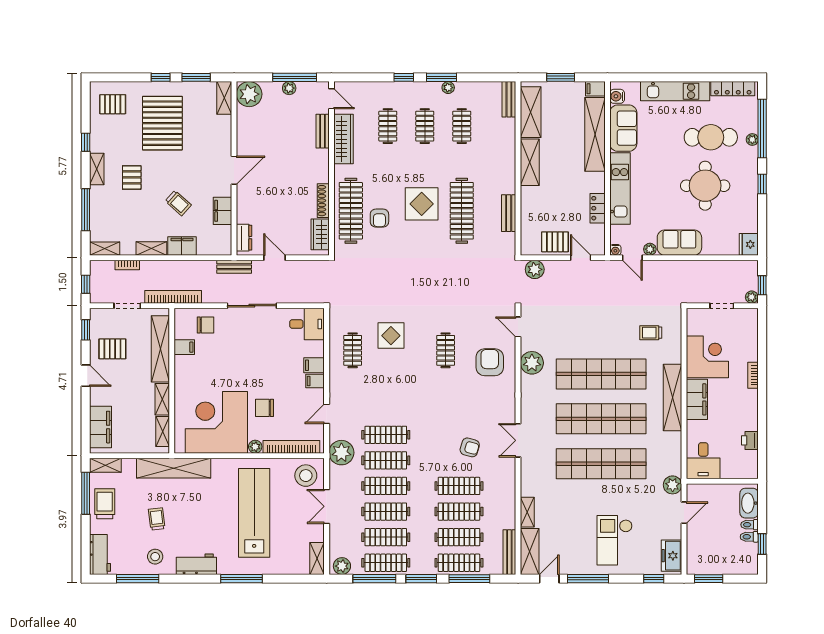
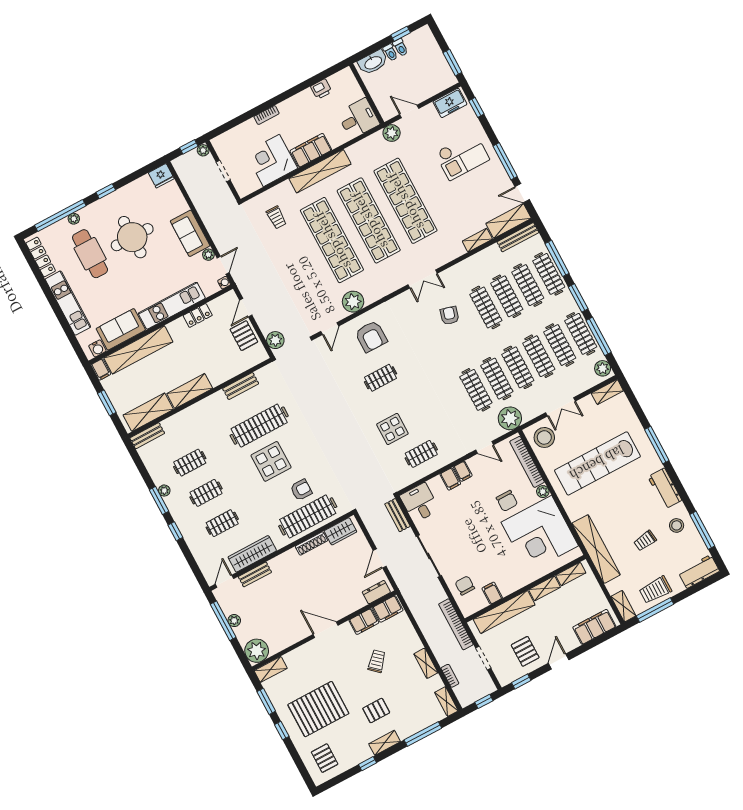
filing cabinet: (182, 246) -> (388, 609), moved, turned -90
bench: (234, 267) -> (397, 515), moved
armchair: (490, 362) -> (371, 336), turned -90

